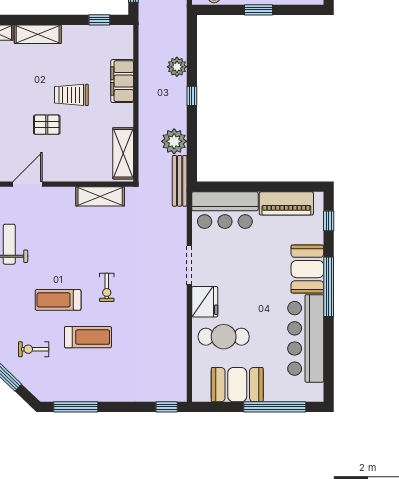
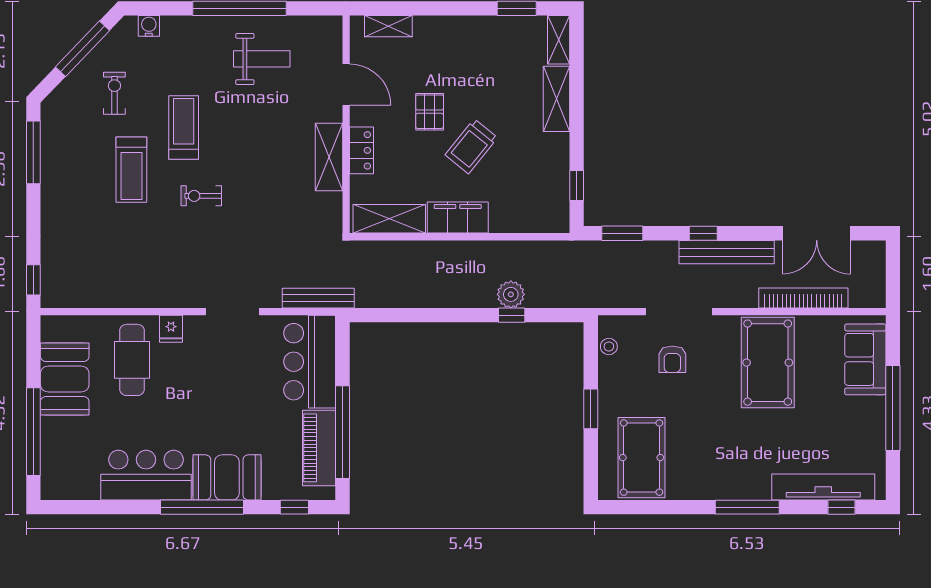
filing cabinet: (122, 81) -> (458, 217), moved
trolley: (71, 95) -> (471, 146), turned -141
window: (192, 96) -> (512, 315), moved
plant: (174, 141) -> (406, 290), removed
locker: (74, 173) -> (361, 150), added
bench: (180, 181) -> (318, 298), moved
window: (275, 187) -> (343, 432), added
shelving: (100, 196) -> (329, 157), moved
fridge: (205, 302) -> (171, 329), width x0.53, depth x0.75
bar counter: (306, 338) -> (146, 475), width x0.73

